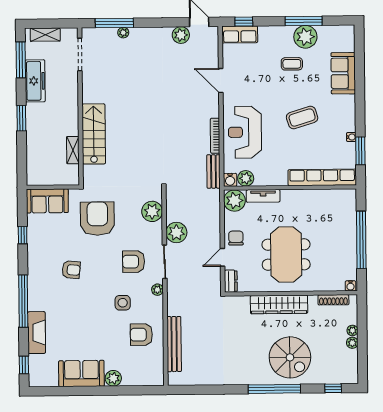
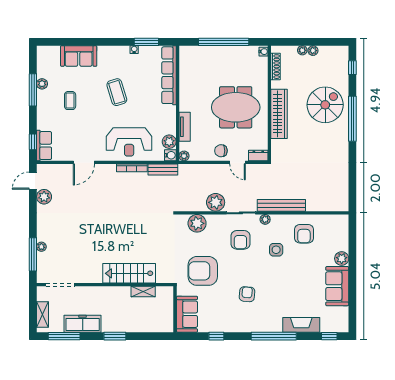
plant: (305, 37) -> (42, 84), width x0.53, depth x0.53
plant: (234, 201) -> (184, 156), width x0.53, depth x0.53
bench: (174, 344) -> (281, 205), moved

